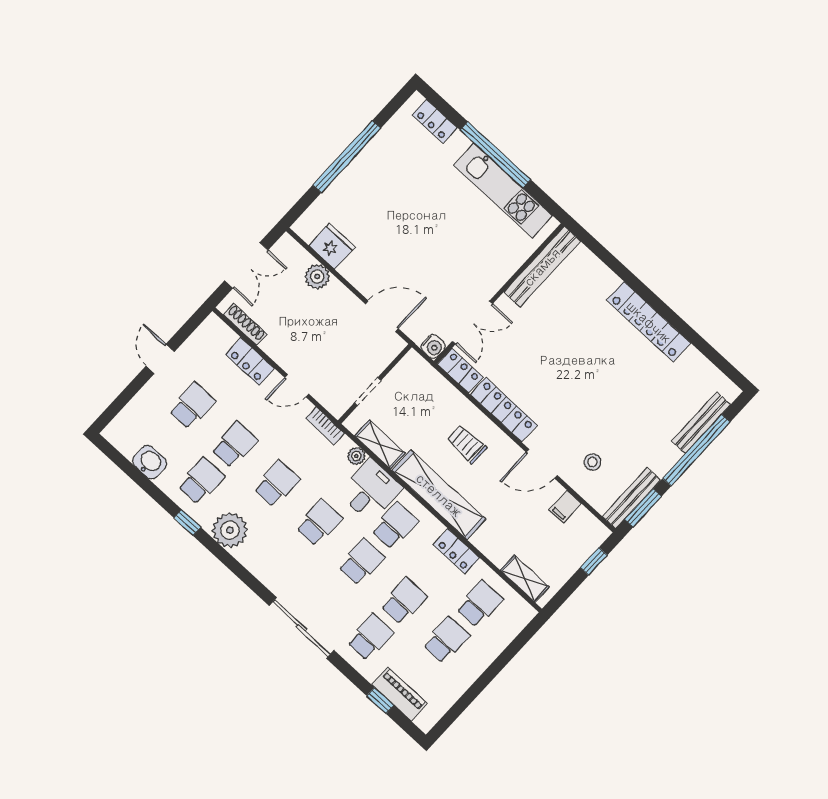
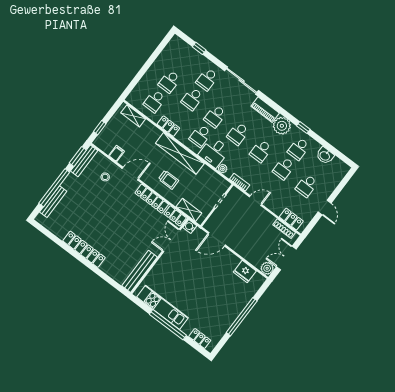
plant: (317, 277) -> (267, 268), moved
locker: (250, 362) -> (291, 219), moved
shelving: (380, 444) -> (189, 210), moved
piano: (399, 694) -> (265, 110), moved

